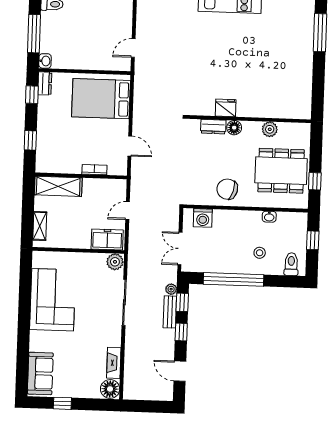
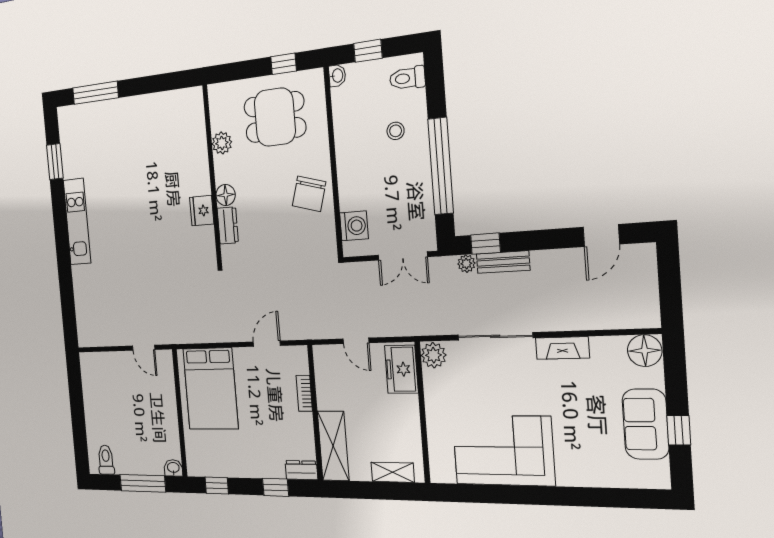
dresser: (45, 83) -> (301, 470), moved
dining table: (281, 171) -> (275, 117), width x0.73
washbasin: (269, 217) -> (337, 76), moved
window: (181, 332) -> (534, 240), removed
fireplace: (114, 363) -> (562, 348), moved
sofa: (40, 373) -> (645, 424), moved, turned -90

